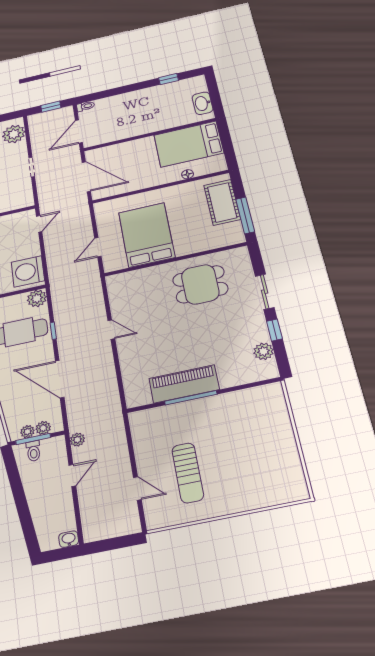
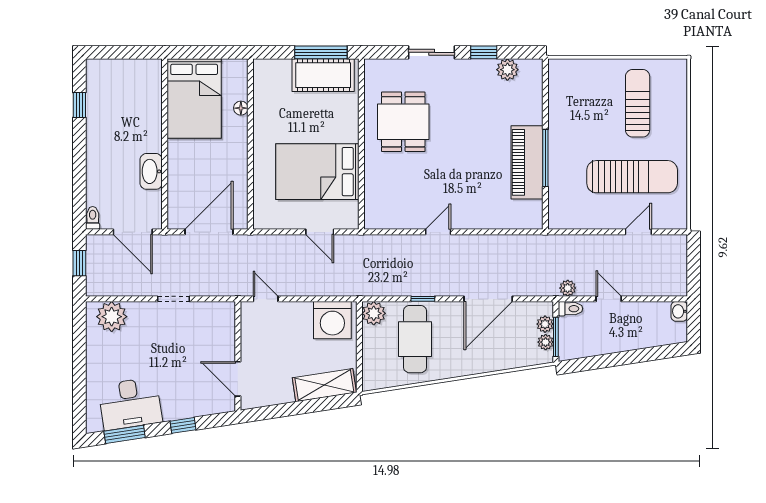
washbasin: (203, 103) -> (151, 171), moved, turned 90
cot: (222, 202) -> (323, 75), moved
toilet: (33, 451) -> (570, 309), moved
sun lounger: (258, 464) -> (638, 103), added
sun lounger: (188, 473) -> (632, 177), width x1.36, depth x1.34

